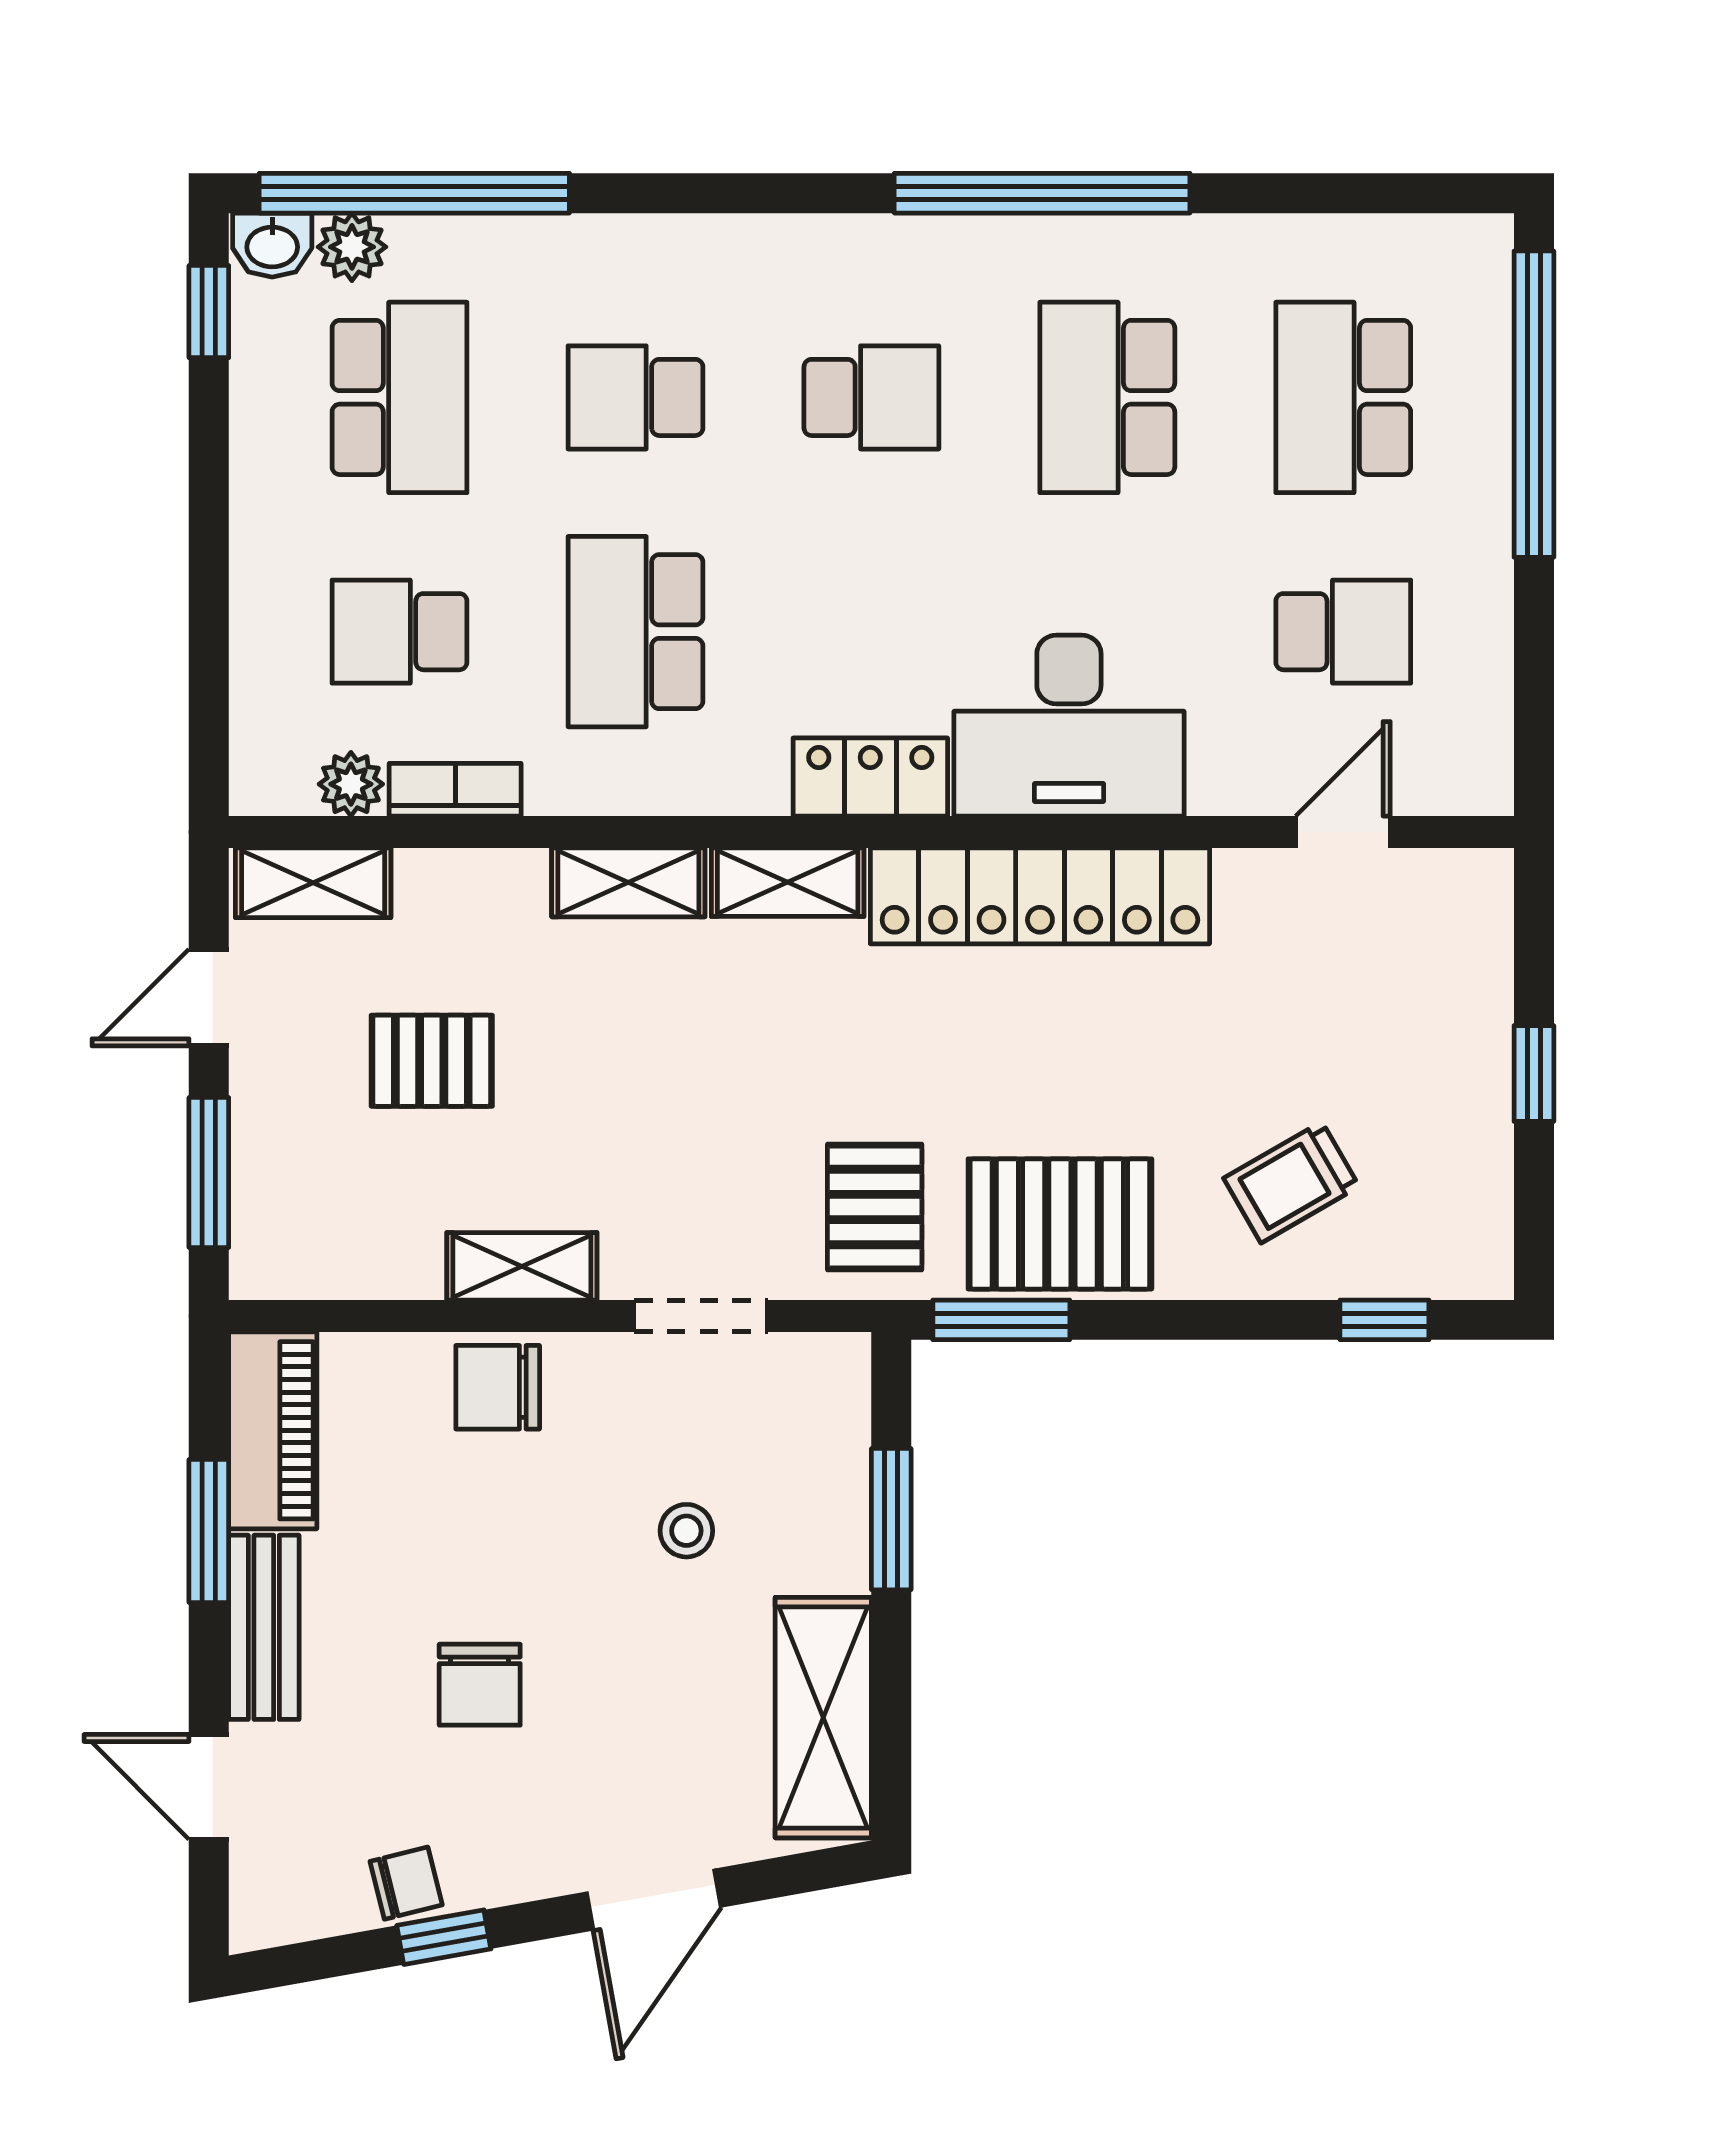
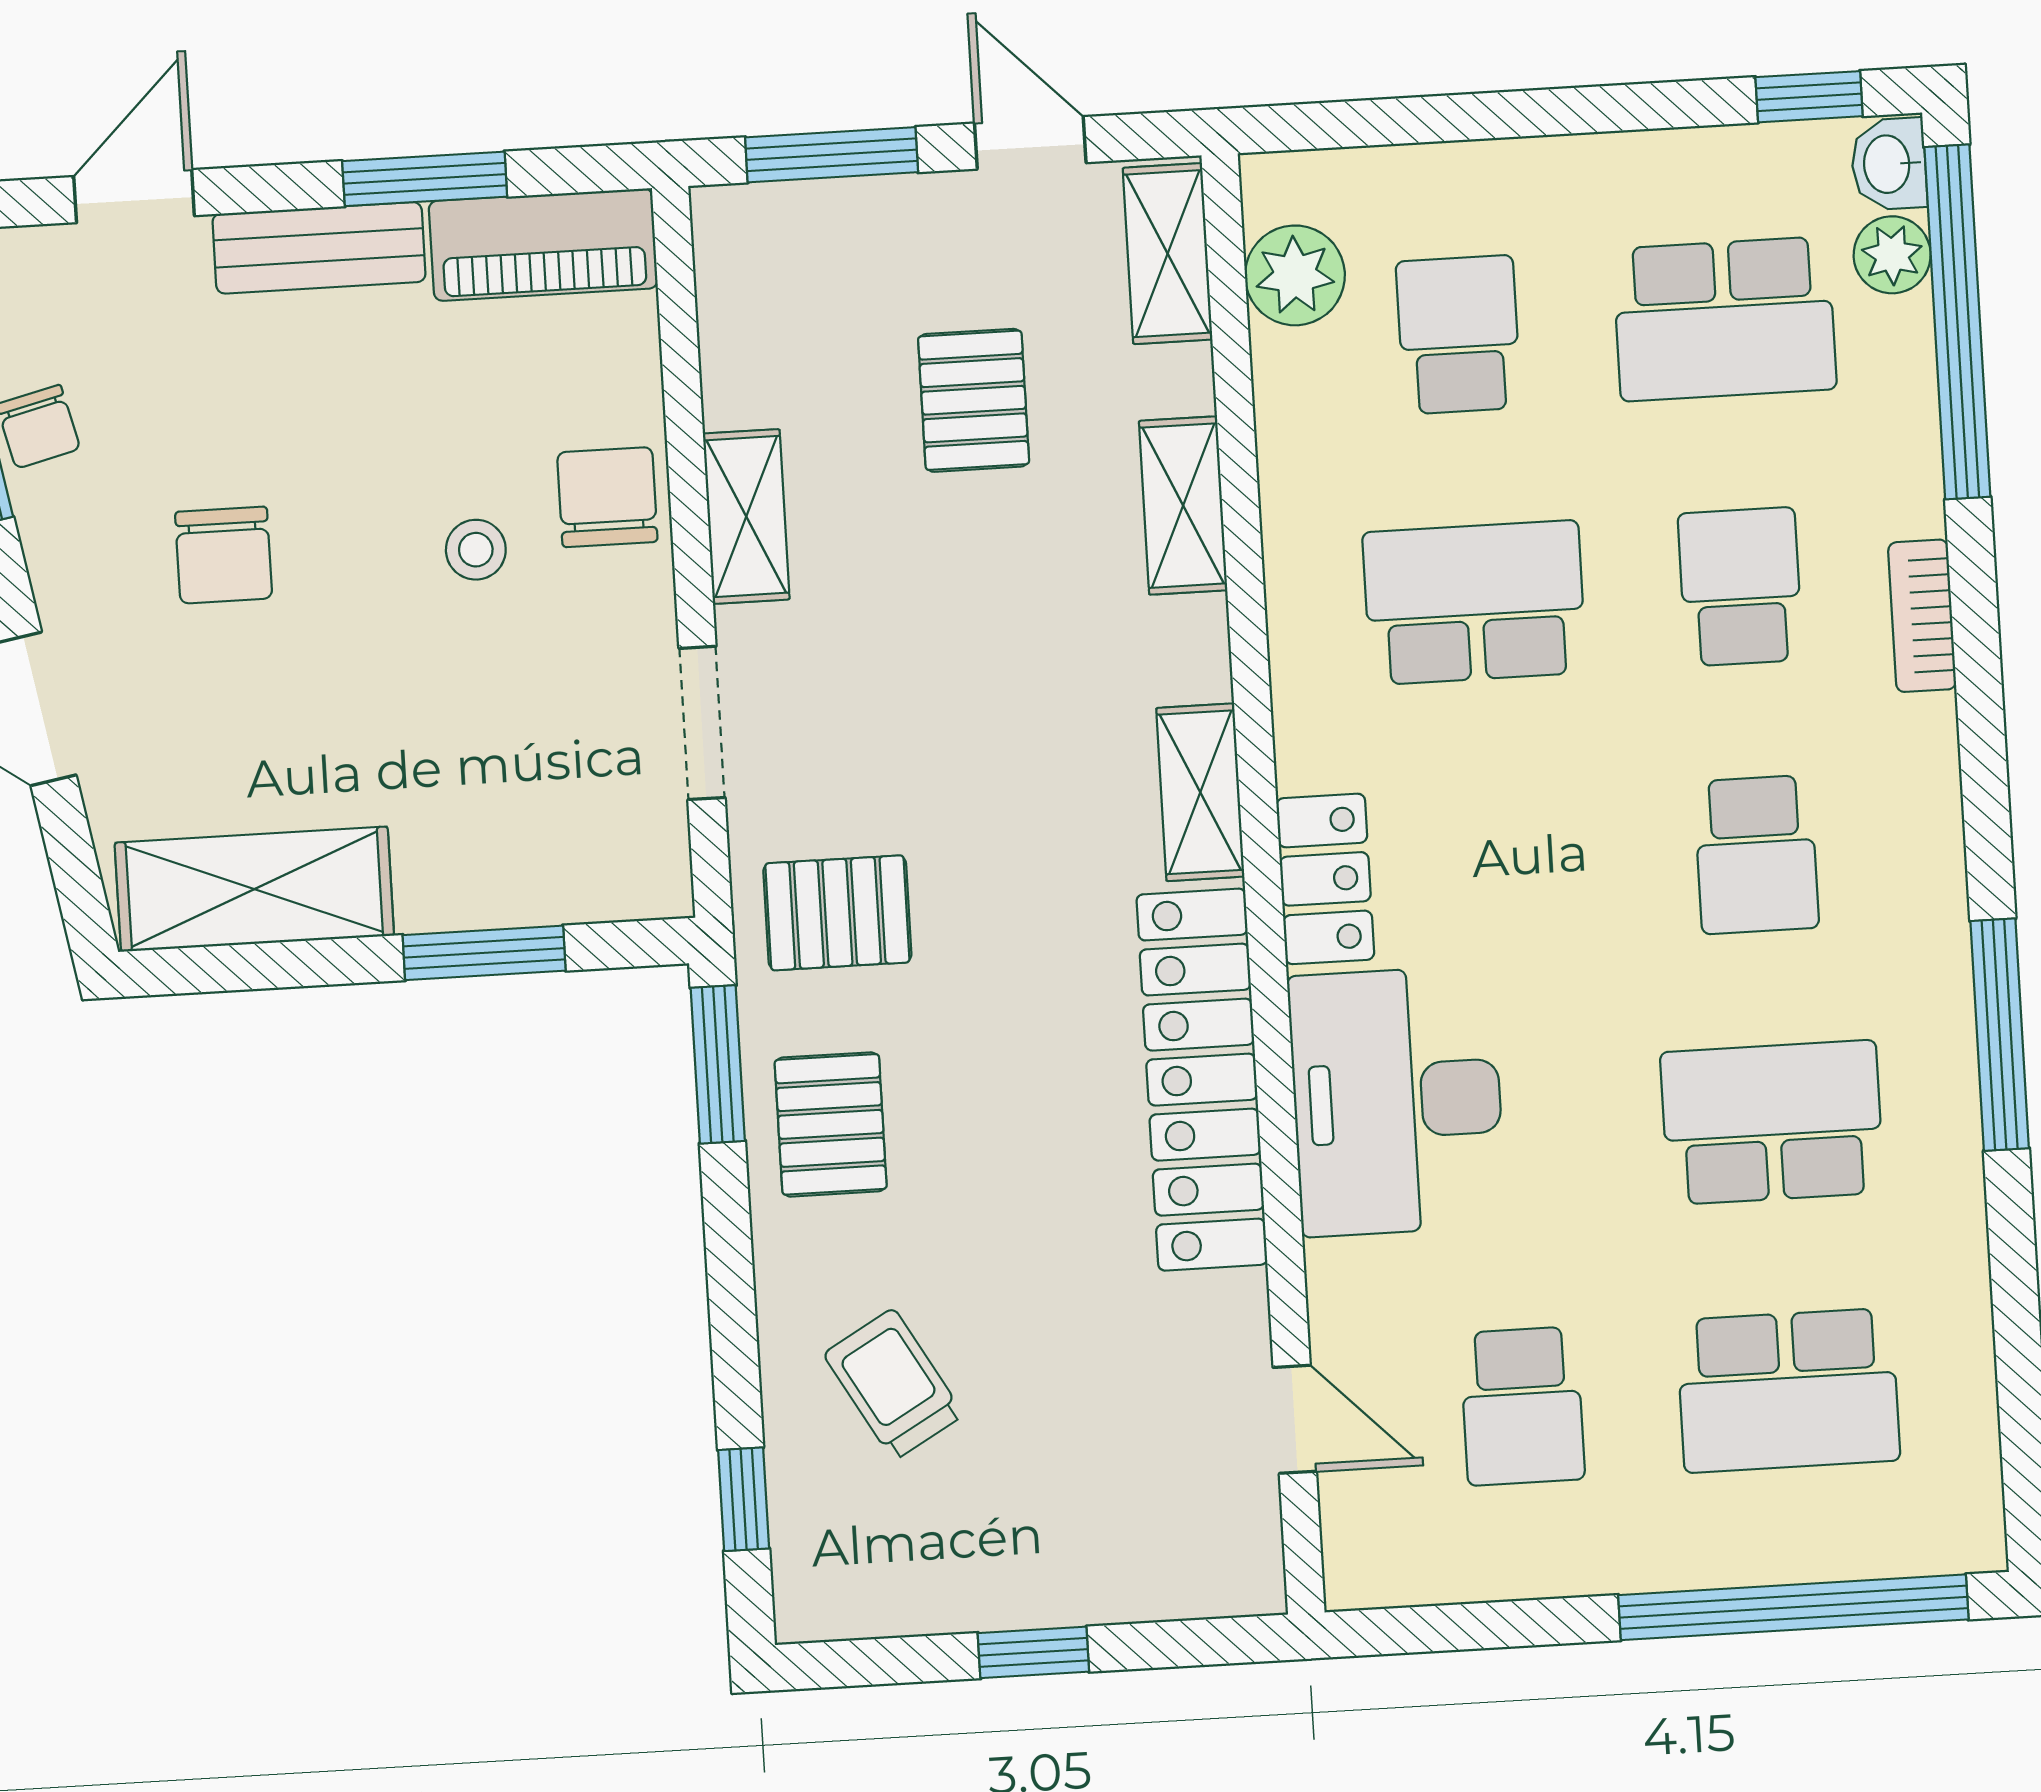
window: (1042, 193) -> (2000, 1035), width x0.68
school desk: (1343, 397) -> (1788, 1390), turned 180
plant: (351, 784) -> (1295, 275), width x1.38, depth x1.38
bookcase: (455, 790) -> (1922, 616), moved, turned 180
shelving: (628, 882) -> (1183, 506), moved
pallet: (1060, 1224) -> (831, 1124), width x0.67, depth x0.71
stool: (686, 1531) -> (476, 550), moved
chair: (480, 1685) -> (224, 555), moved, turned -90

